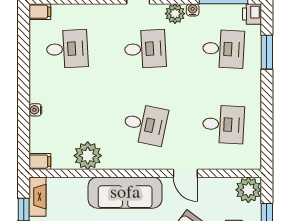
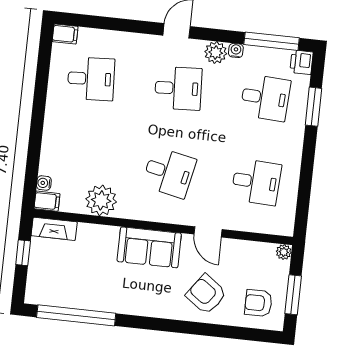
water cooler: (35, 110) -> (44, 183), moved
plant: (248, 190) -> (284, 252), width x0.53, depth x0.53
sofa: (125, 193) -> (149, 247), width x0.73
fireplace: (38, 197) -> (54, 229), moved, turned 90

